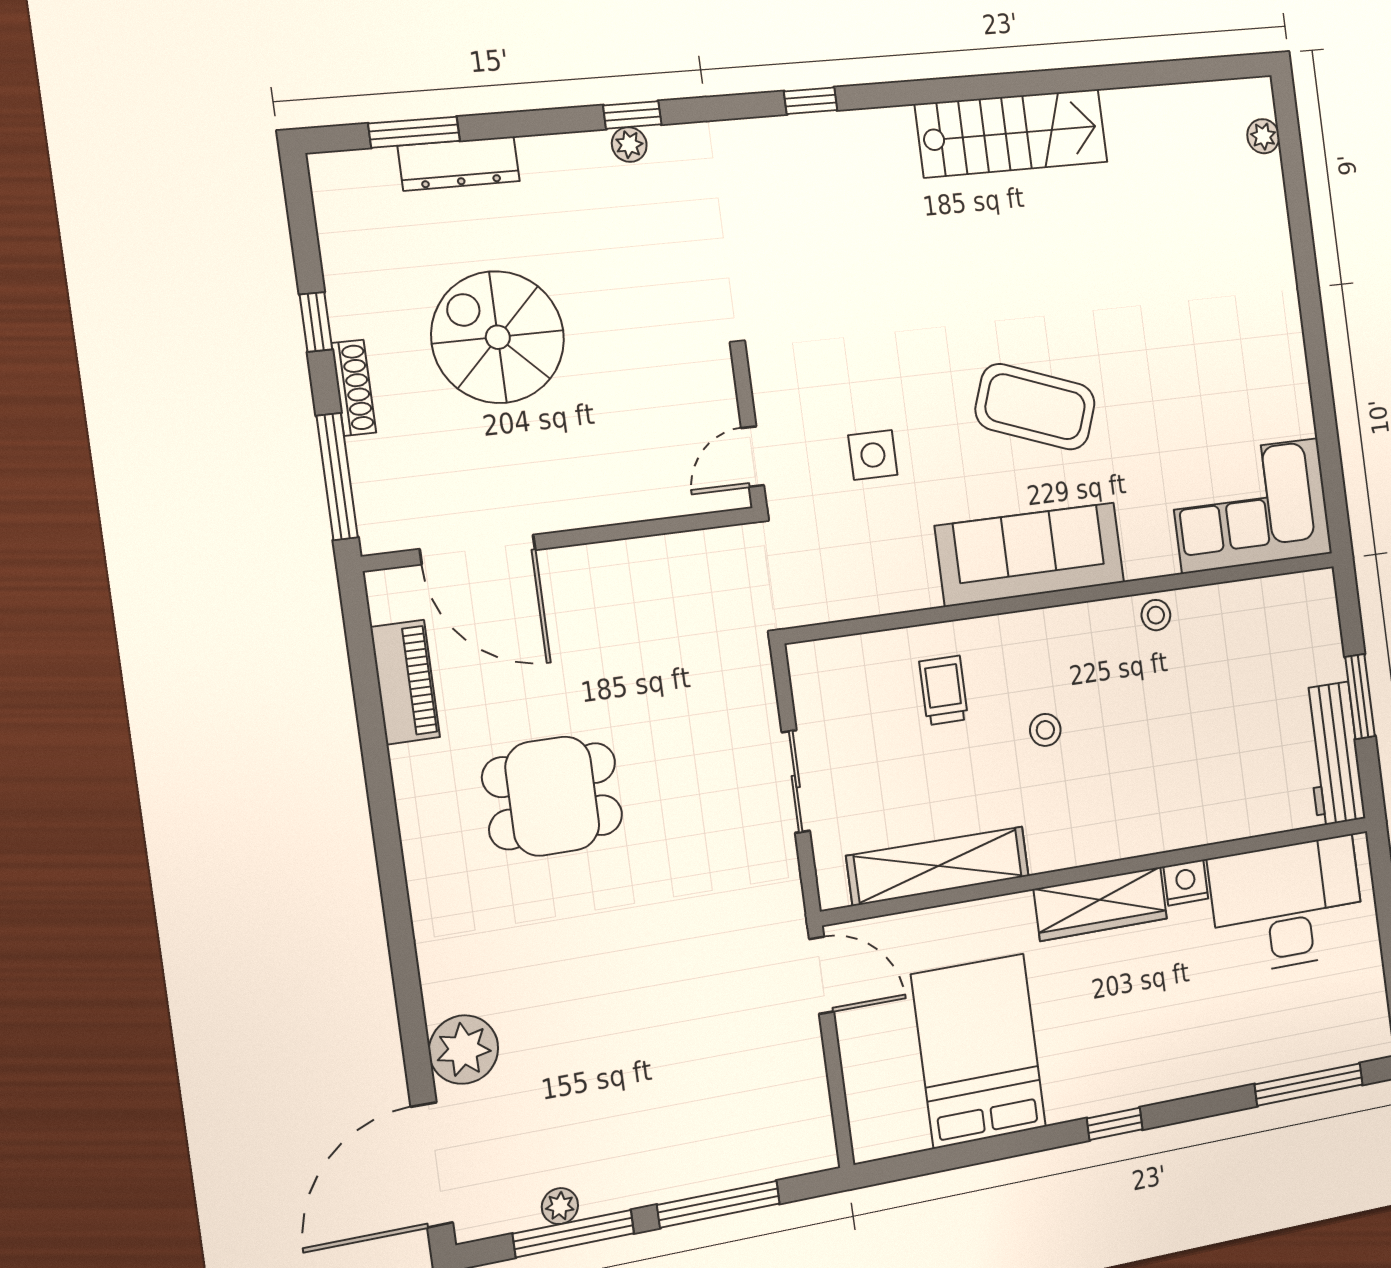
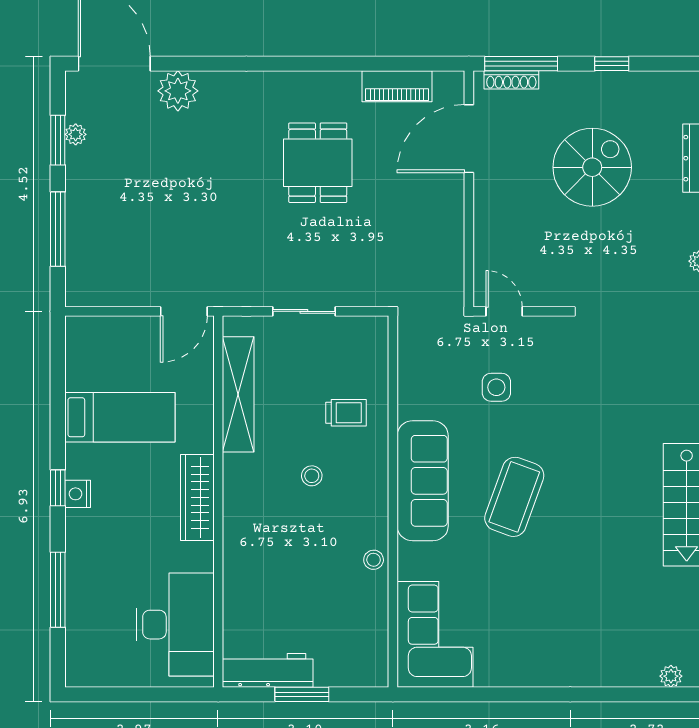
shoe rack: (354, 388) -> (511, 80), moved
nightstand: (1186, 883) -> (78, 494), moved, turned 180
bed: (979, 1051) -> (120, 417), width x0.67
window: (1309, 1085) -> (58, 590), moved
window: (574, 1234) -> (58, 140), width x0.69

